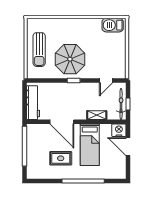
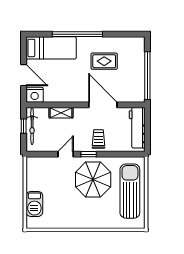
barbecue: (113, 25) -> (34, 204), moved, turned 90
sun lounger: (39, 50) -> (130, 191), width x1.36, depth x1.34
door: (106, 81) -> (66, 154), moved
trolley: (65, 93) -> (98, 139), added
bed: (90, 145) -> (51, 48), moved, turned 90

